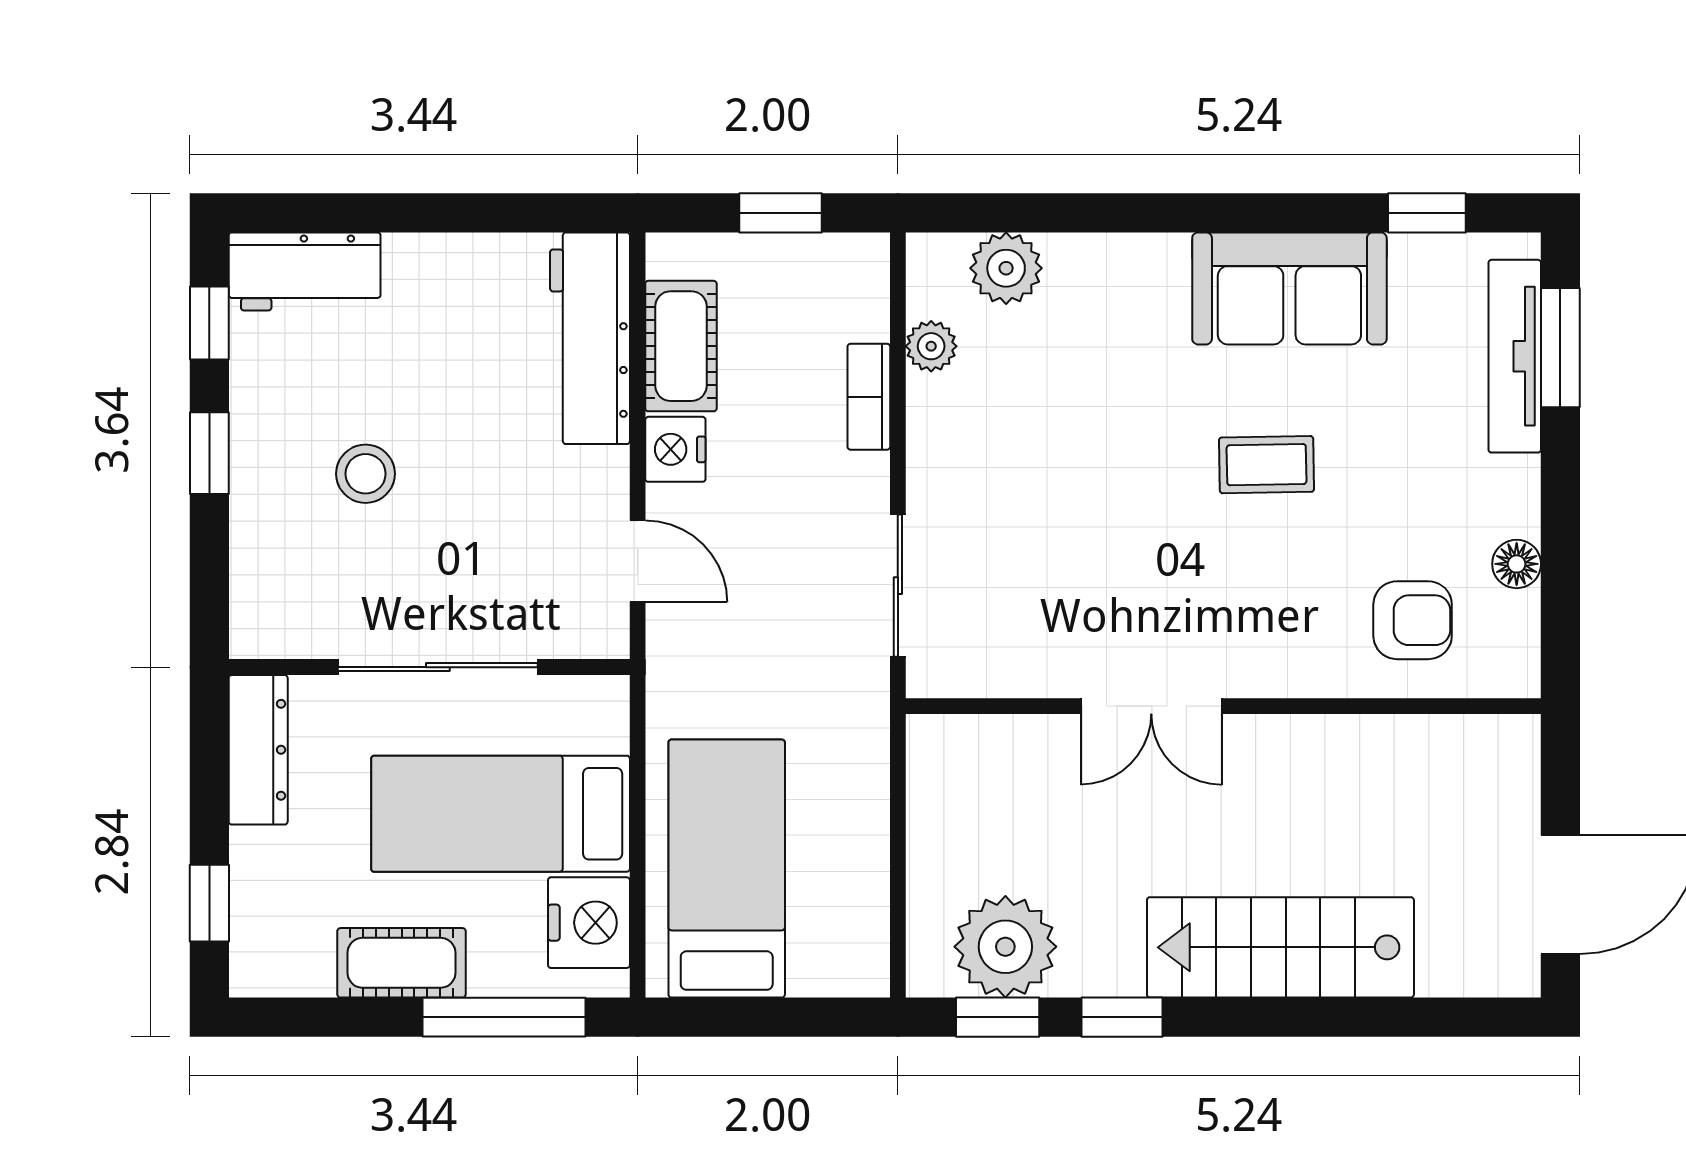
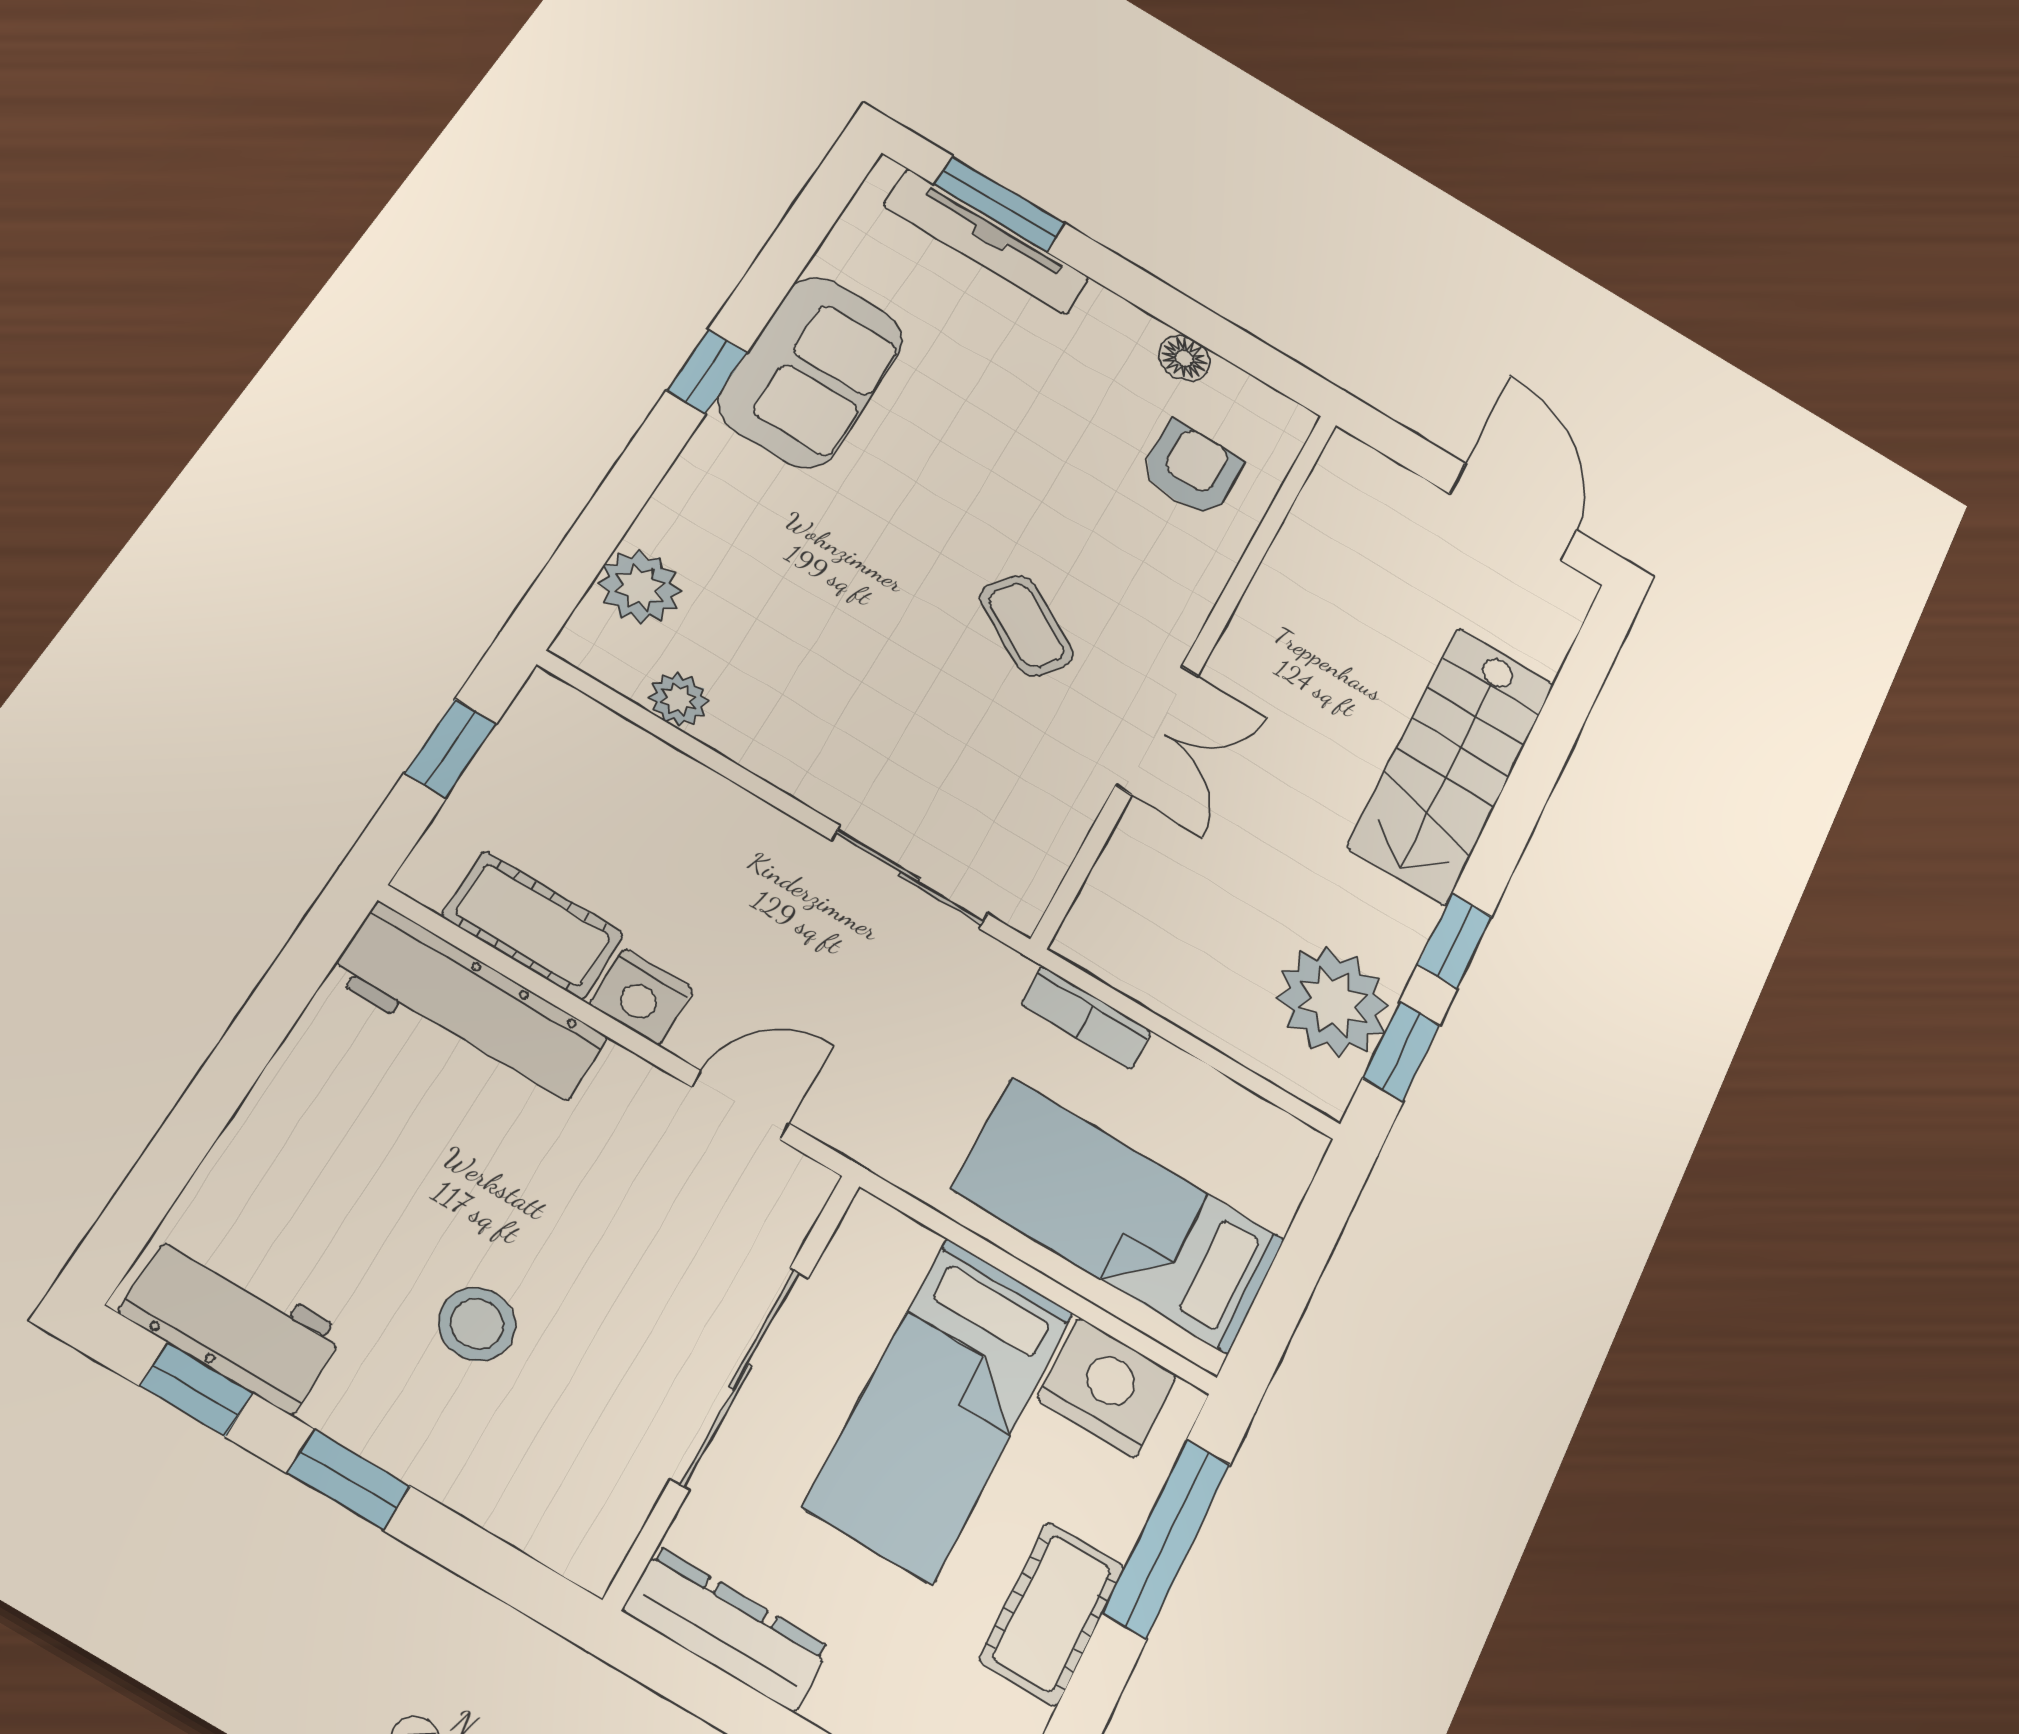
window: (1427, 213) -> (707, 372), moved
workbench: (305, 271) -> (232, 1322), moved, turned -90
bookcase: (869, 397) -> (1086, 1018), moved
coffee table: (1267, 465) -> (1026, 626), moved, turned -55

